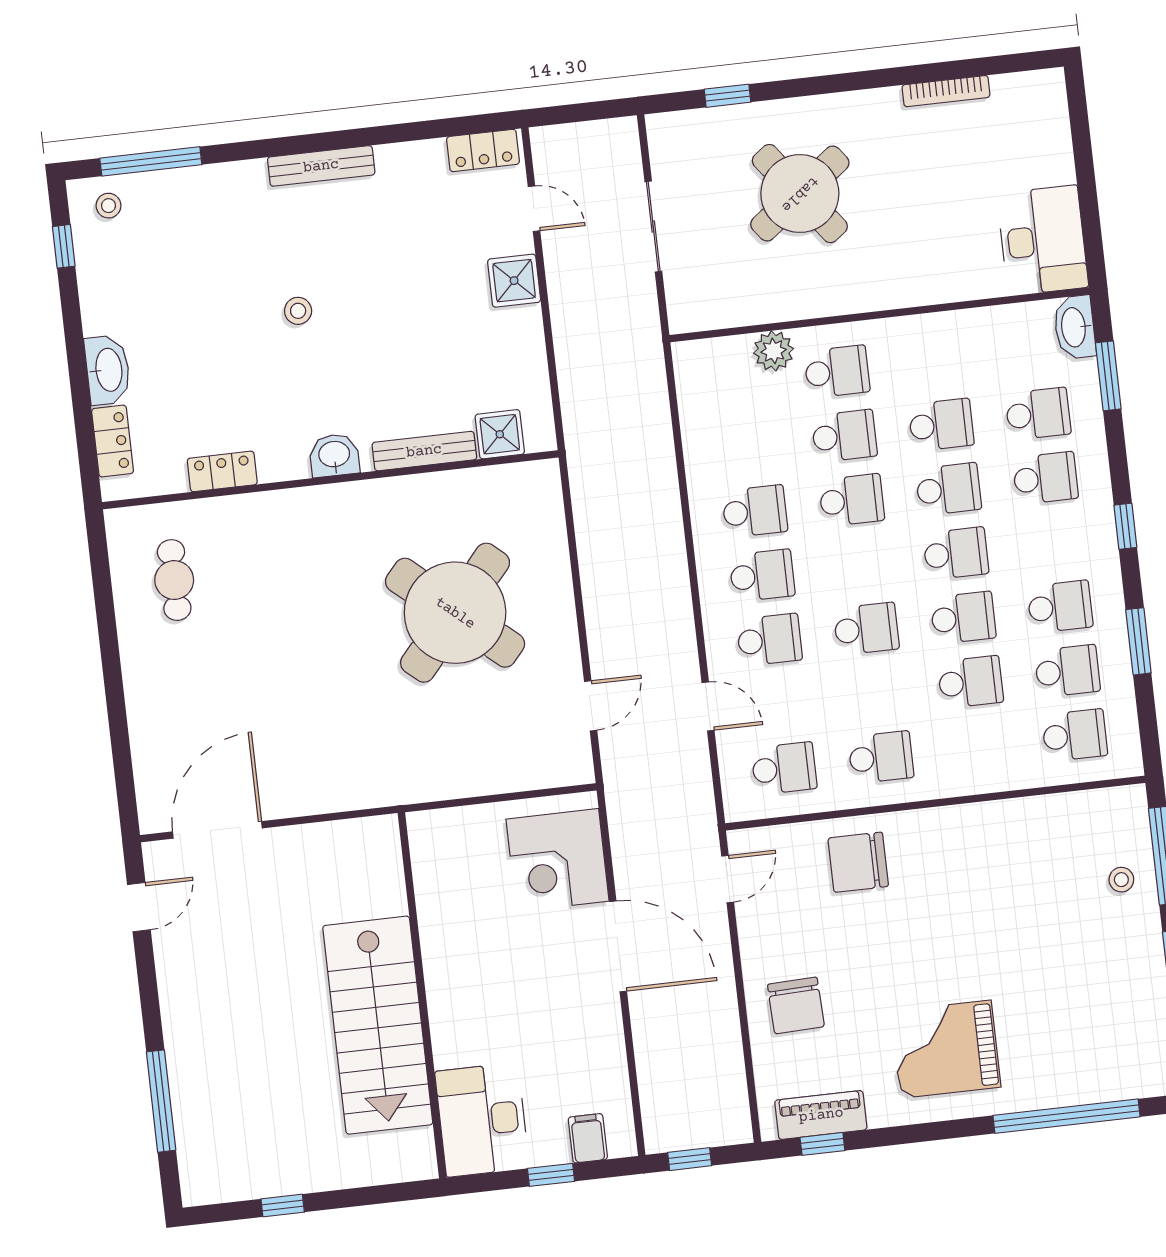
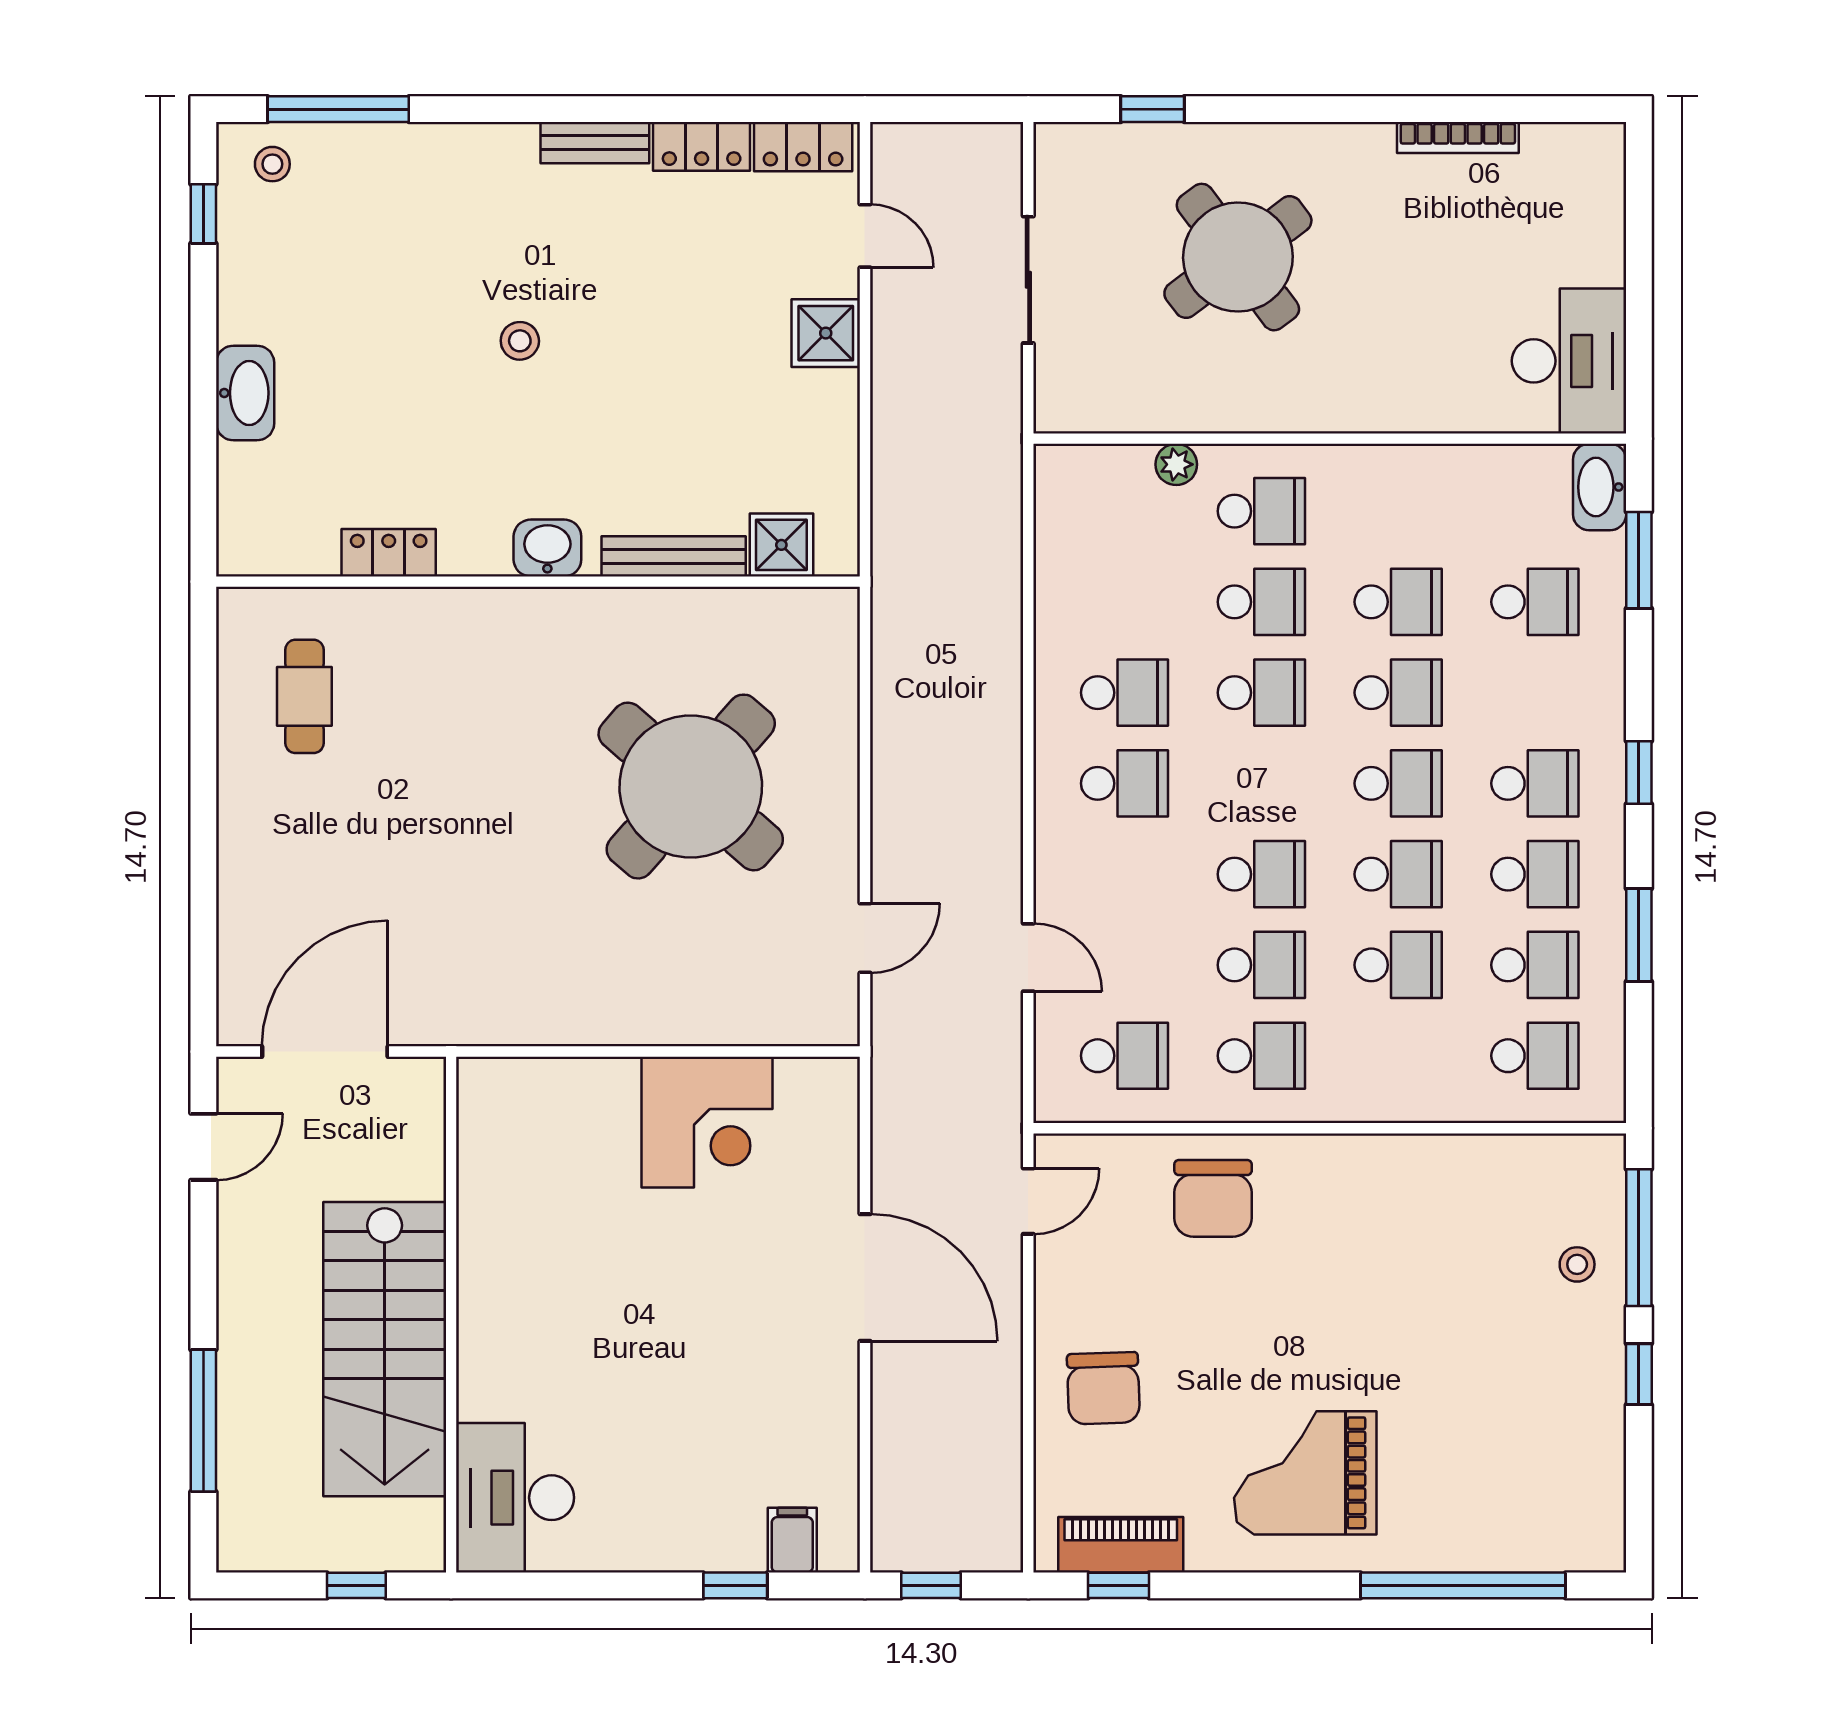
bench: (321, 166) -> (595, 143), width x0.73
plant: (774, 351) -> (1176, 464), width x0.73, depth x0.73
locker: (113, 441) -> (702, 146), moved, turned 90
school desk: (1045, 478) -> (1535, 783), moved
school desk: (769, 640) -> (1261, 965), moved
corner desk: (558, 860) -> (707, 1122), moved, turned -90
chair: (858, 862) -> (1213, 1198), turned -90
wall: (422, 995) -> (451, 1315), moved
stairs: (378, 1025) -> (385, 1349), moved
desk: (482, 1120) -> (515, 1498), moved

